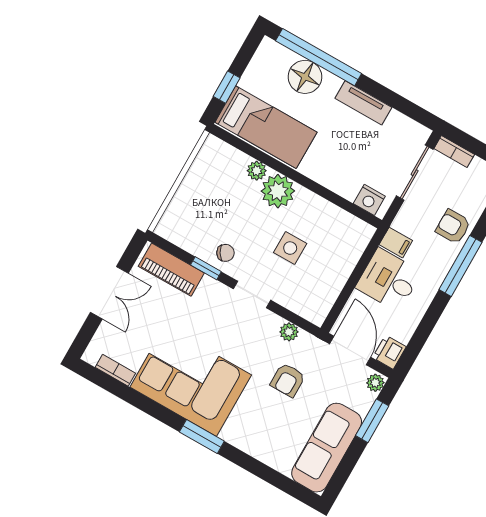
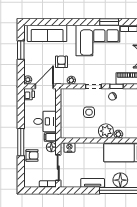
floor lamp: (405, 221) -> (51, 147), added
door: (350, 350) -> (44, 86), swing flipped
window: (372, 421) -> (21, 50), moved
window: (202, 437) -> (109, 22), moved
sofa: (327, 448) -> (47, 33), moved, turned 90

